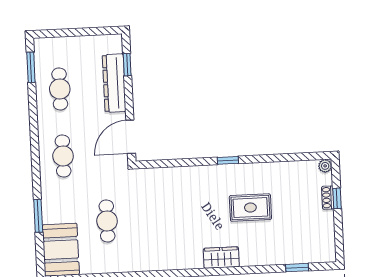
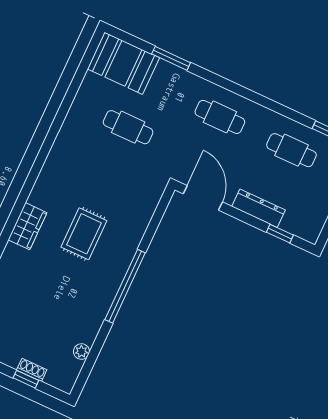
dresser: (114, 83) -> (259, 208), width x0.73, depth x0.80
window: (228, 160) -> (125, 286), width x3.17
plant: (325, 166) -> (81, 352), moved
rug: (250, 208) -> (84, 234), moved

